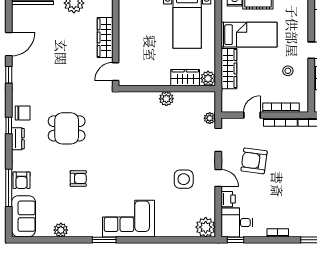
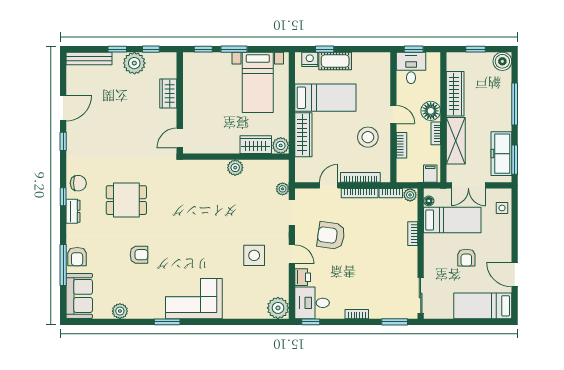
wardrobe: (105, 38) -> (168, 94), width x0.67
stool: (288, 71) -> (368, 137), width x1.89, depth x1.89

